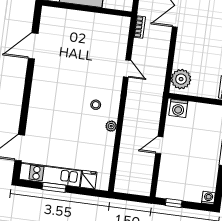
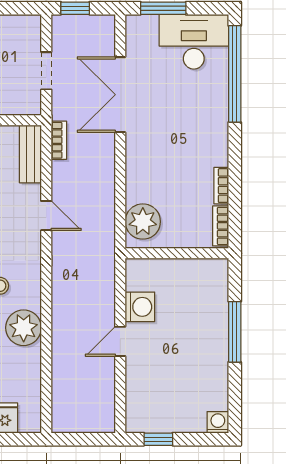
bench: (123, 33) -> (30, 154), added
washing machine: (178, 108) -> (140, 307), moved, turned -90
plant: (111, 126) -> (24, 328), width x1.87, depth x1.87

